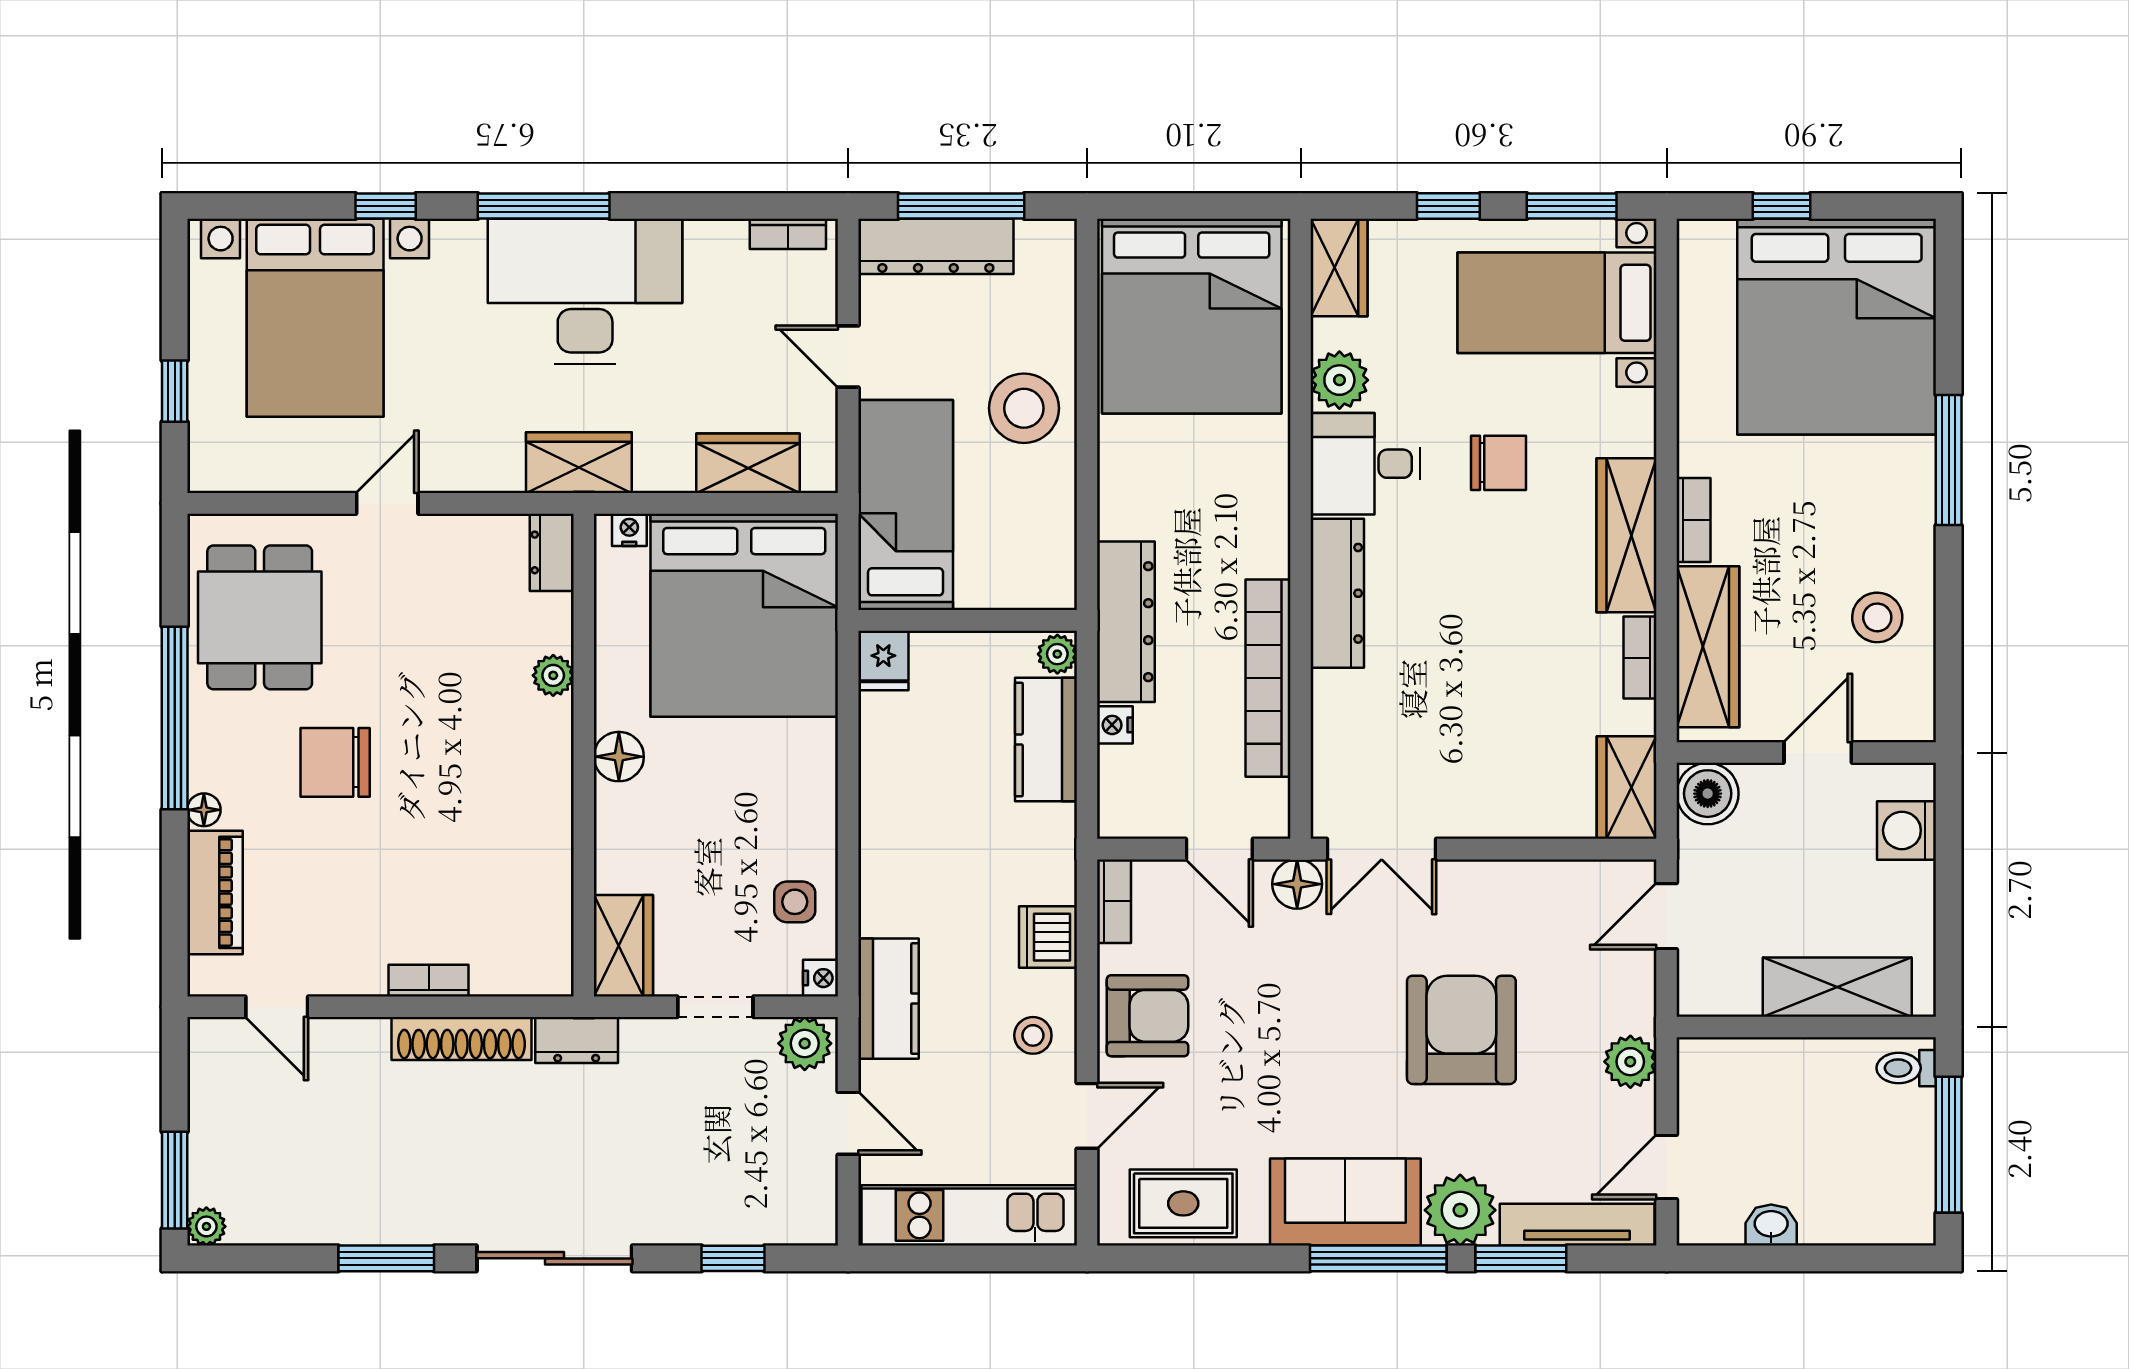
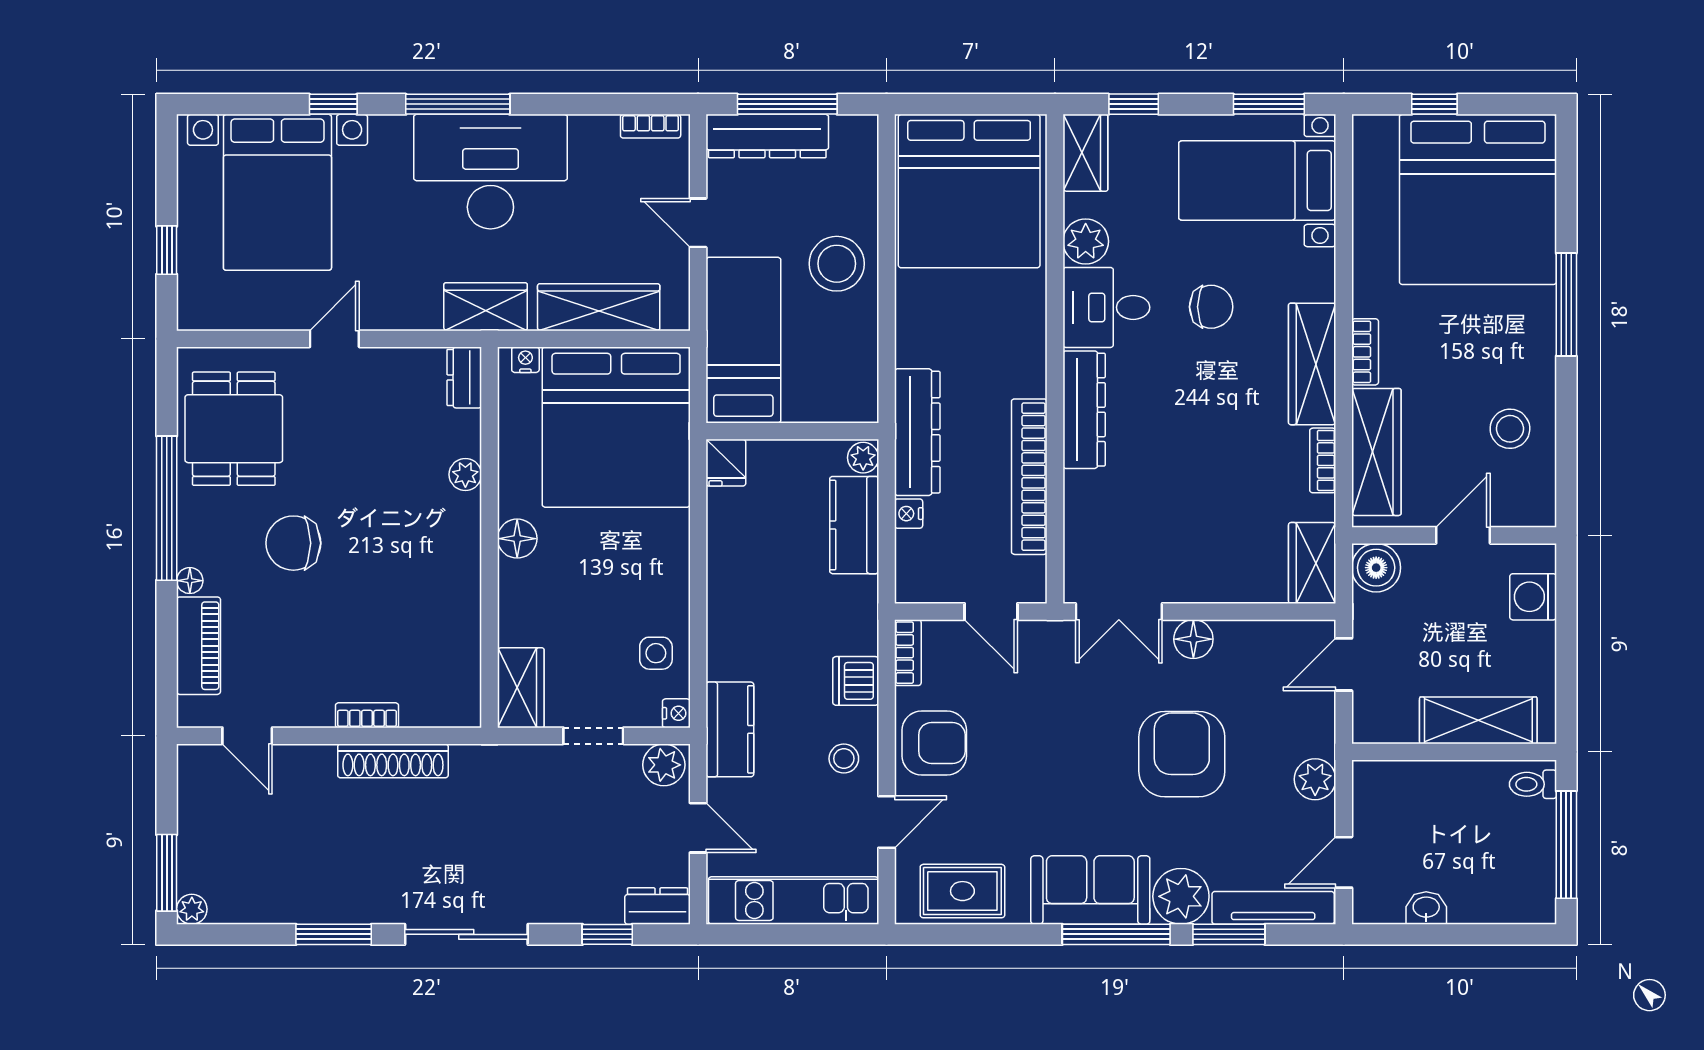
window: (1448, 206) -> (1134, 104), moved
wardrobe: (748, 463) -> (599, 307), width x1.50
floor lamp: (1297, 884) -> (1193, 639), moved
dresser: (577, 1040) -> (657, 906), moved, turned 180

